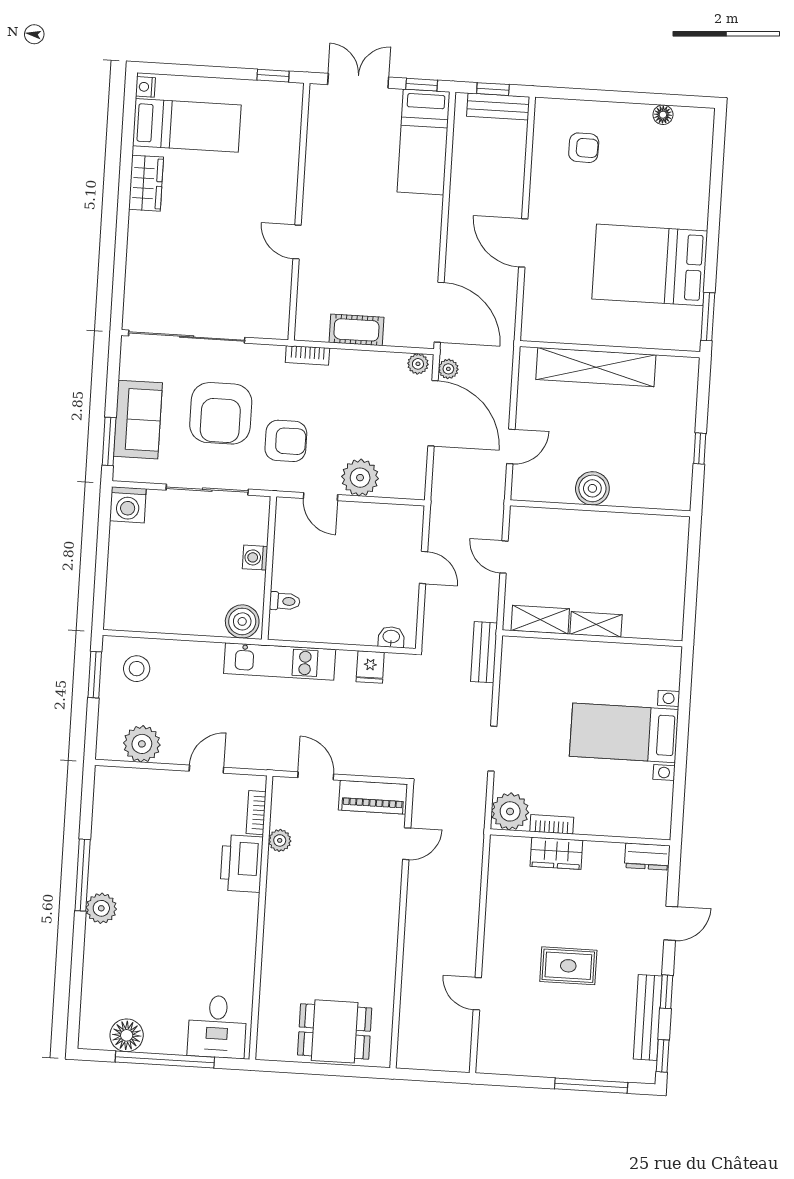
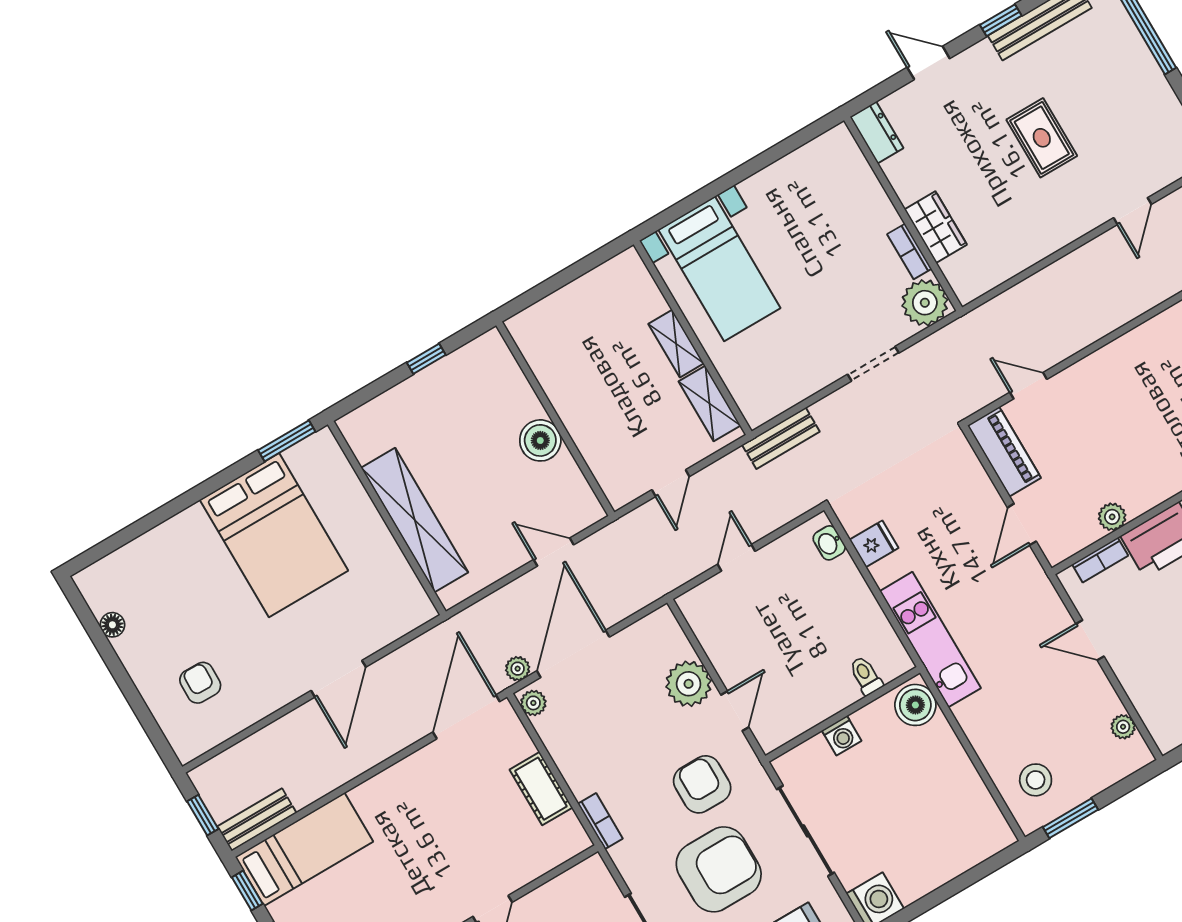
bench: (498, 106) -> (257, 820), moved, turned 90
bed with nightstands: (624, 733) -> (719, 269), moved
plant: (142, 744) -> (1123, 727), width x0.53, depth x0.53

